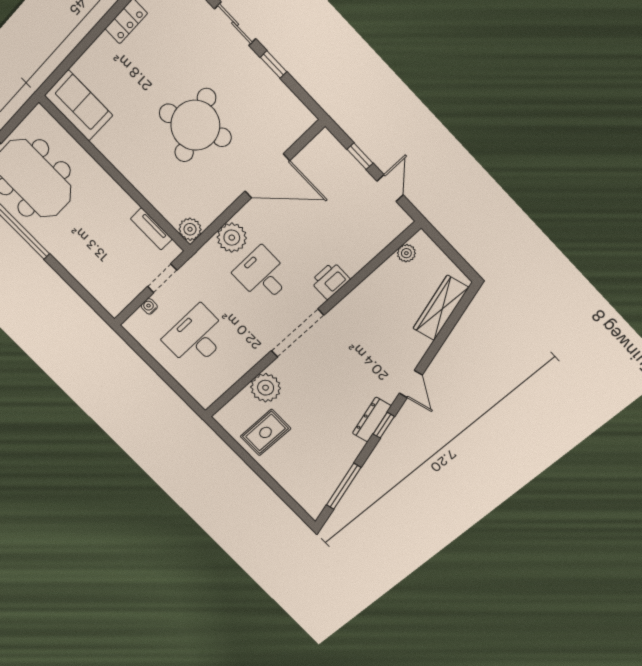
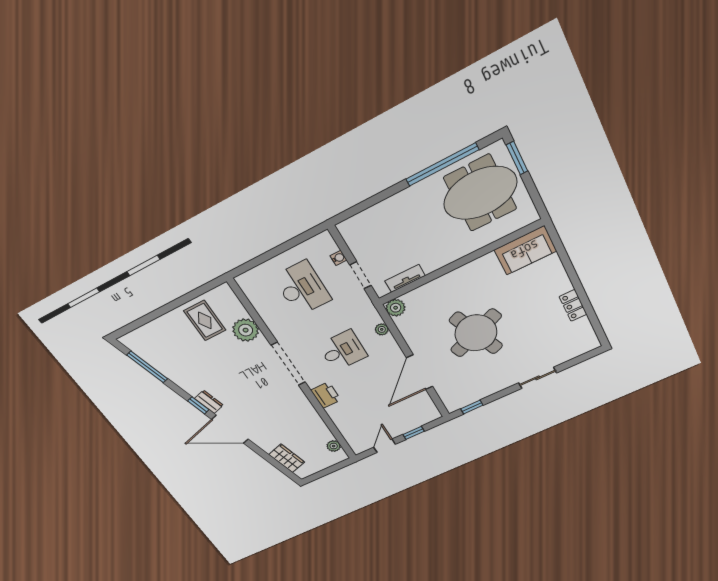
window: (273, 64) -> (472, 407), moved
door: (390, 188) -> (385, 446), swing flipped
plant: (232, 238) -> (382, 329), width x0.53, depth x0.53
wardrobe: (441, 308) -> (287, 458), width x0.67
door: (411, 384) -> (230, 429), width x1.87
dresser: (372, 420) -> (209, 402), width x0.70

